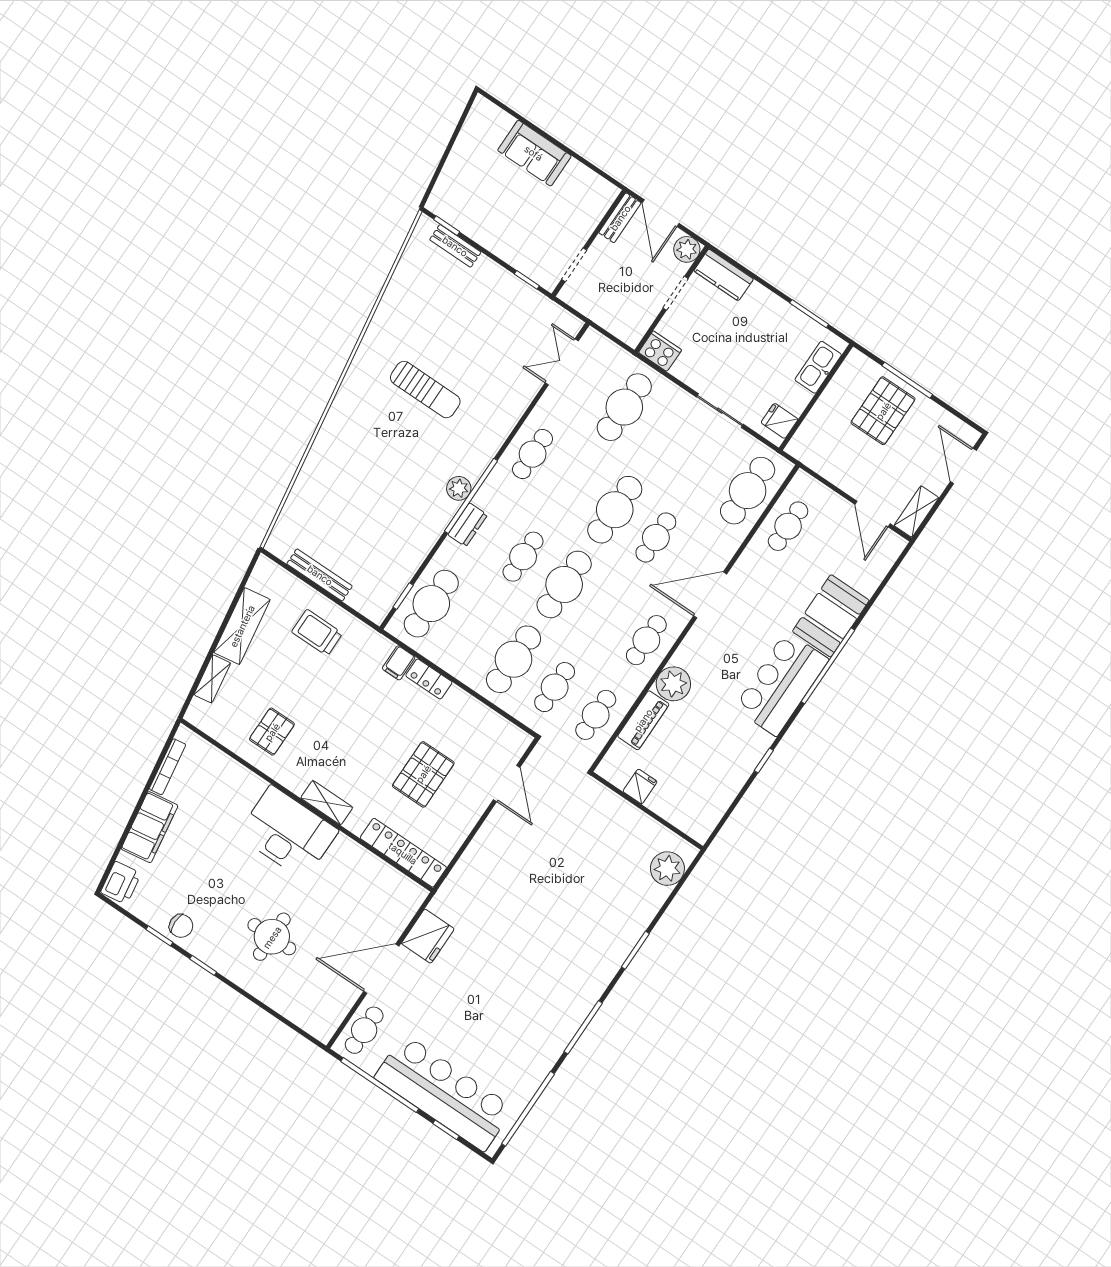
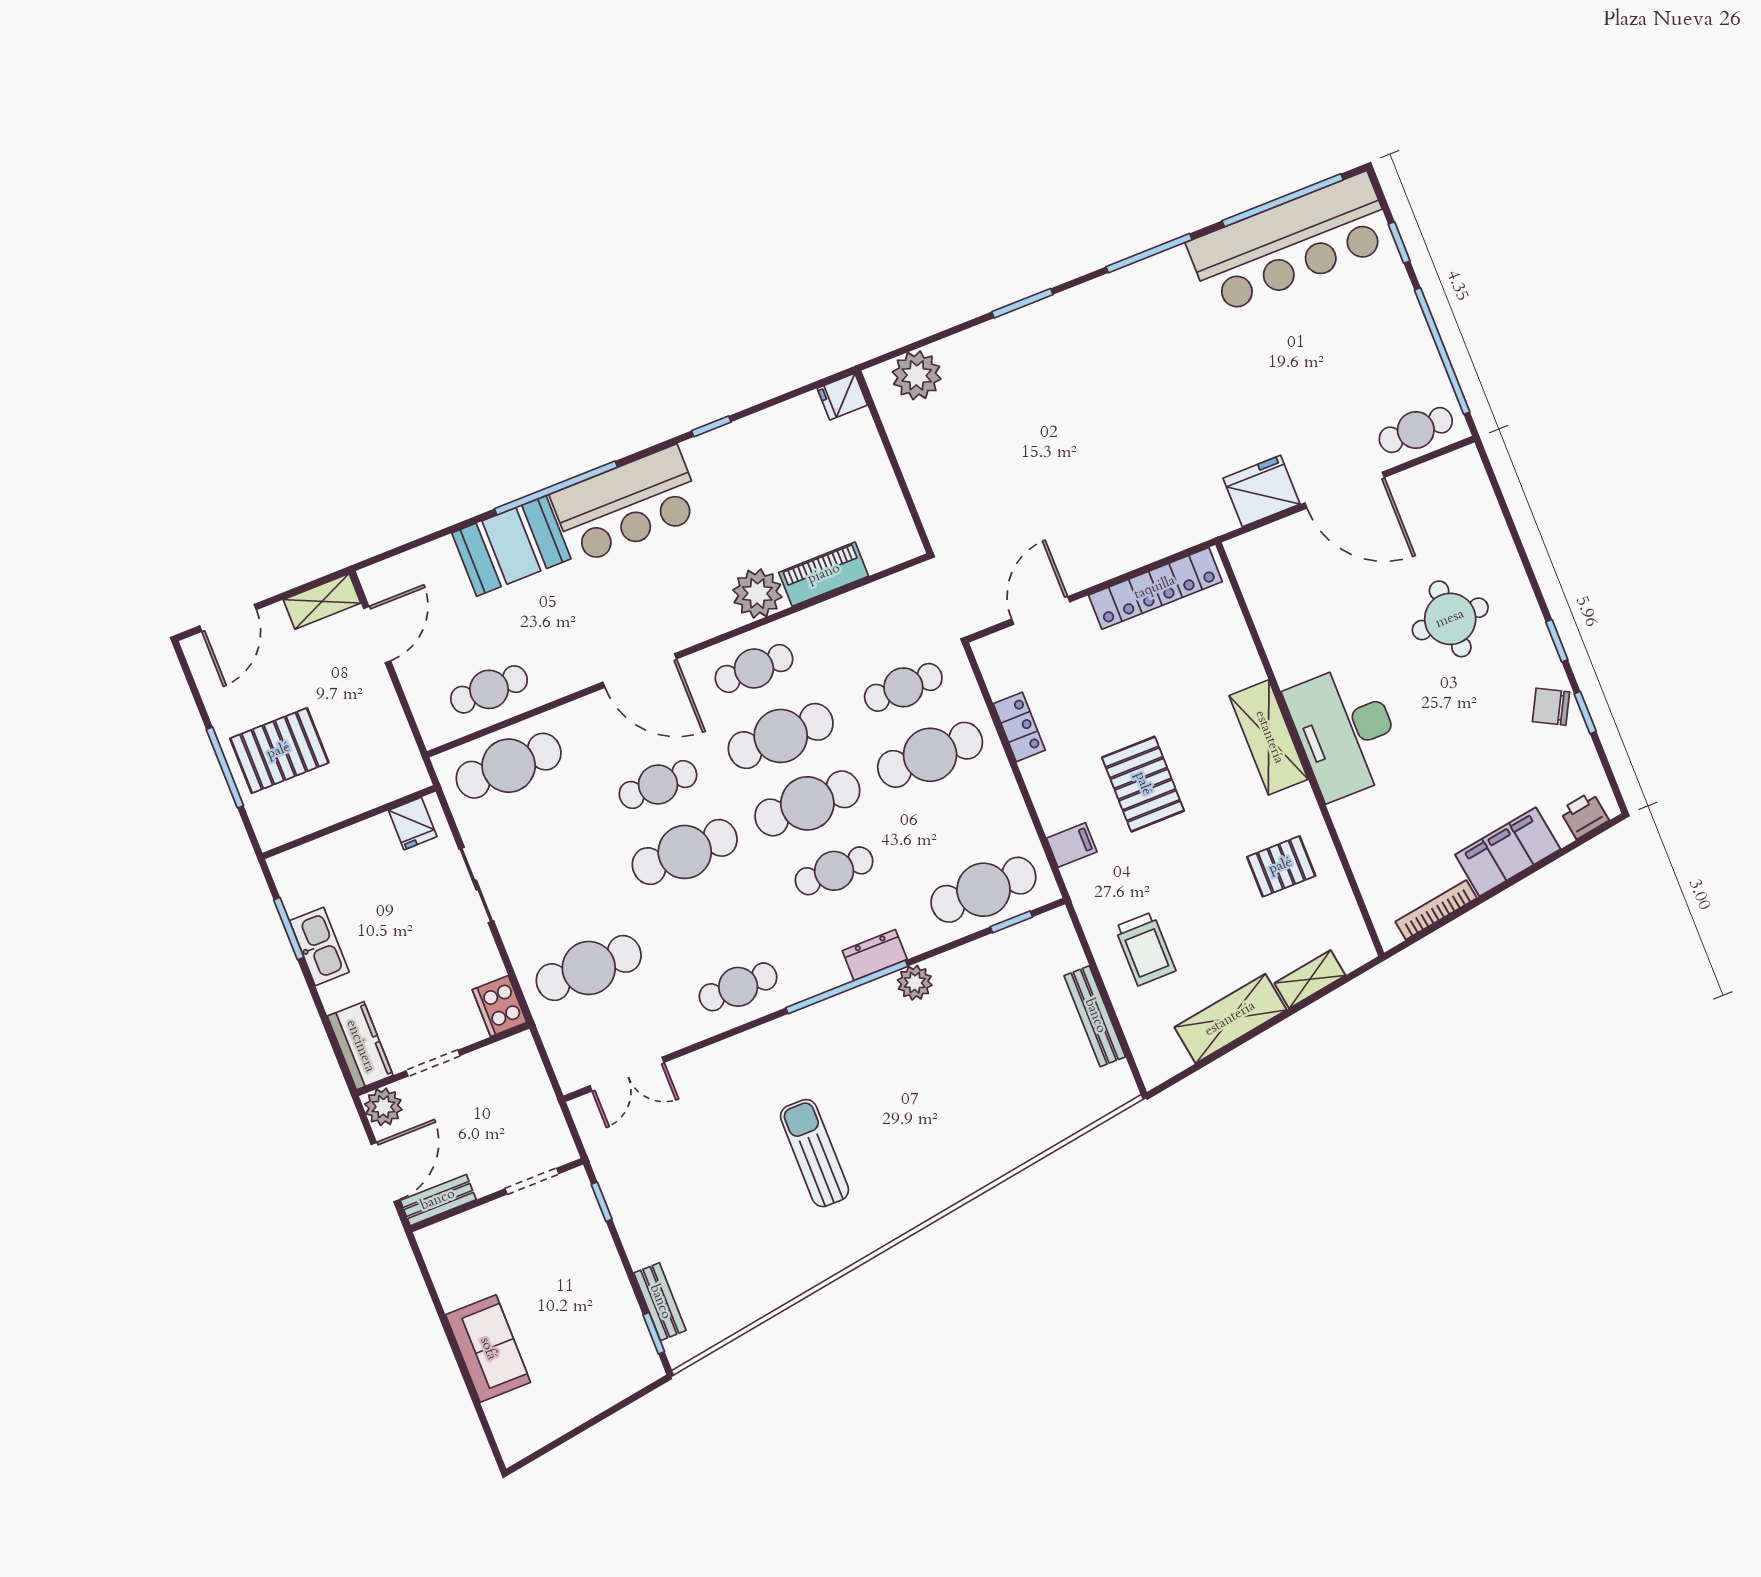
kitchen sink: (818, 367) -> (319, 946), moved, turned -90
plant: (459, 488) -> (915, 983), moved
locker: (429, 679) -> (1019, 727), moved
cafe table: (596, 715) -> (781, 736), moved, width x1.37, depth x1.35
pallet: (423, 774) -> (1143, 784), moved, turned 90
fridge: (640, 786) -> (842, 397), moved
shelving: (327, 803) -> (1269, 737), width x1.50, depth x1.33
locker: (403, 853) -> (1155, 588), moved, turned -90
printer: (121, 883) -> (1584, 815), width x0.73, depth x0.81
chair: (181, 926) -> (1551, 707), turned -62
bar counter: (444, 1093) -> (1291, 244), moved, turned -90

